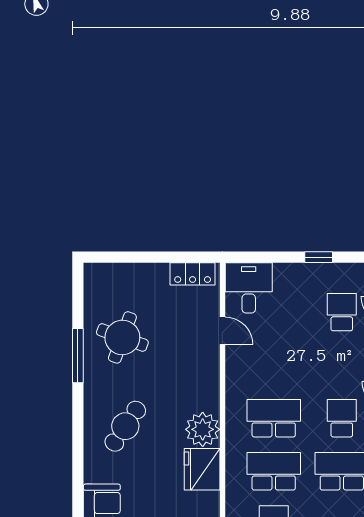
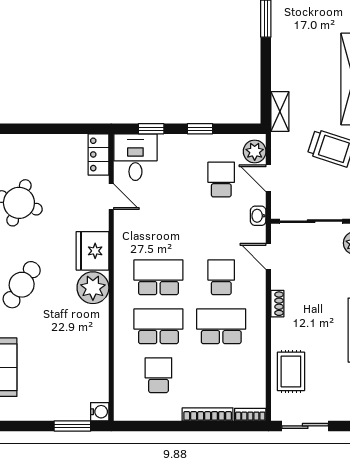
window: (266, 257) -> (151, 129), added
locker: (193, 274) -> (98, 154), moved, turned 90
fridge: (202, 469) -> (92, 251), moved

